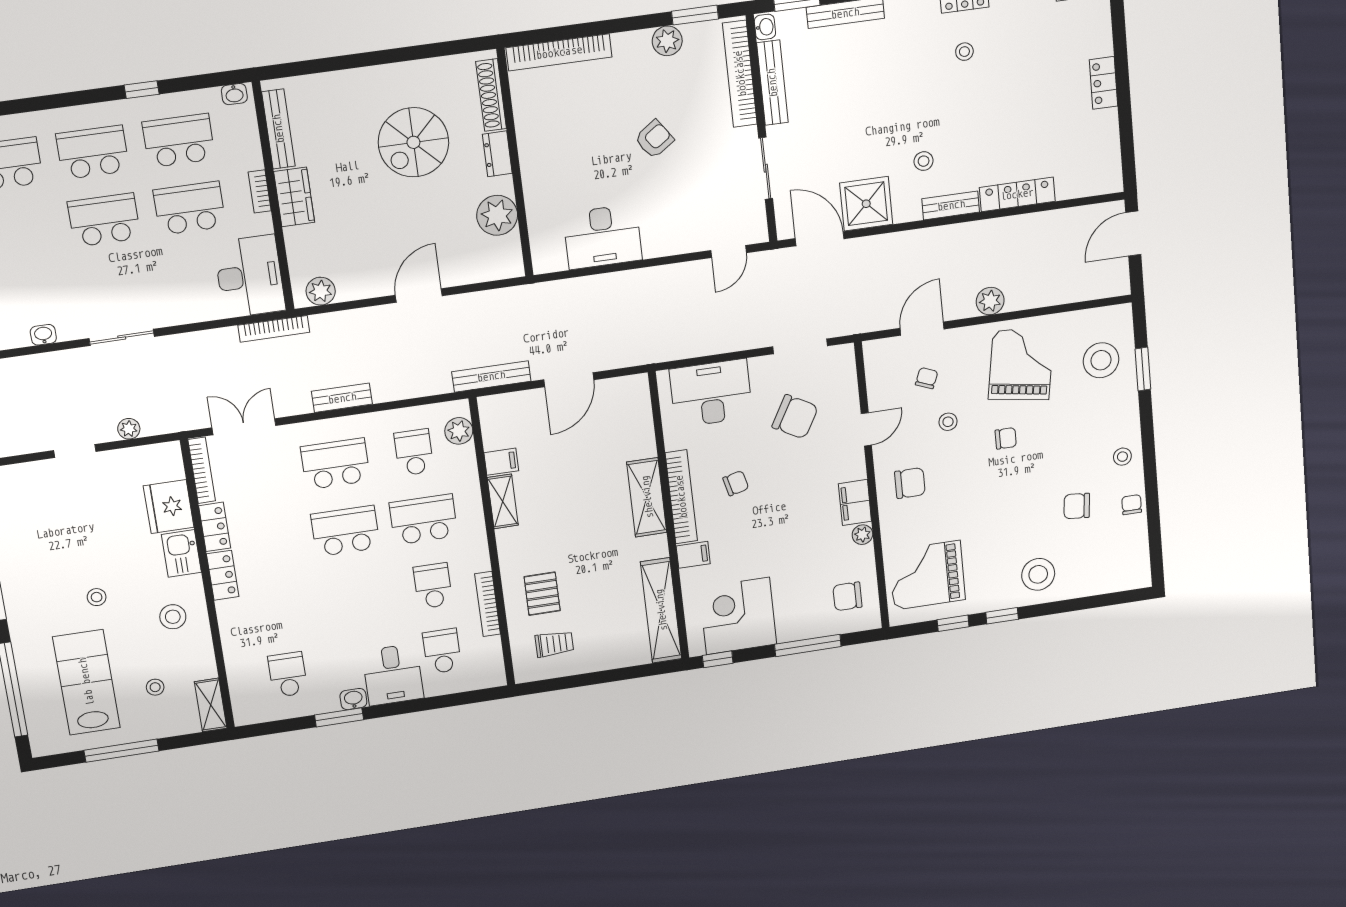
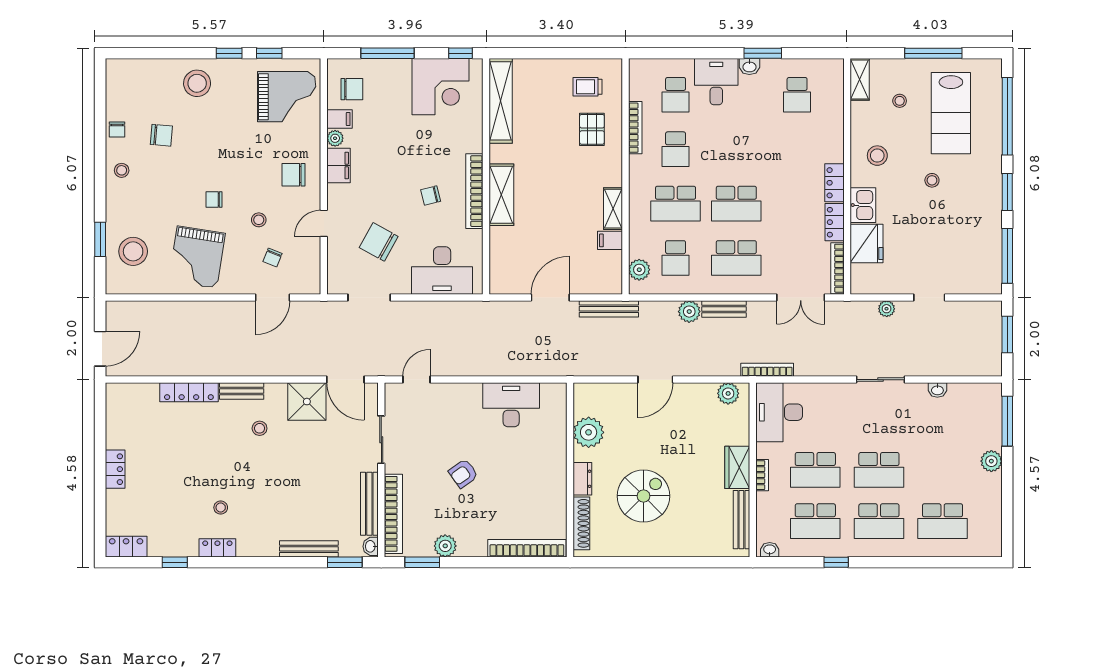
plant: (990, 301) -> (689, 312), moved
filing cabinet: (693, 555) -> (339, 119), moved, turned 180

